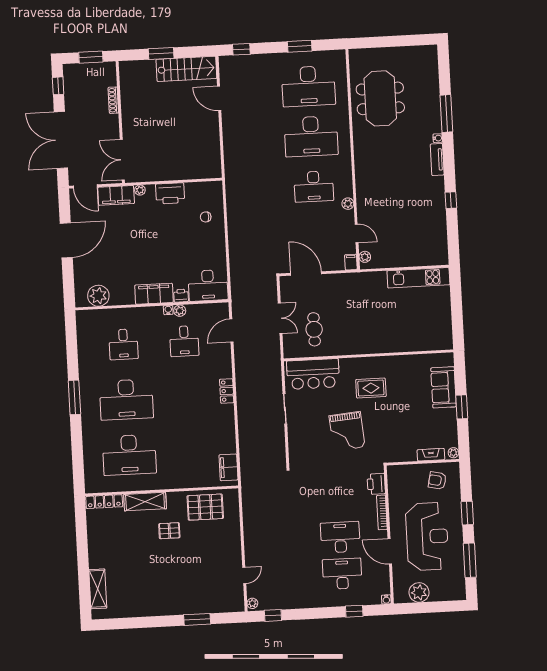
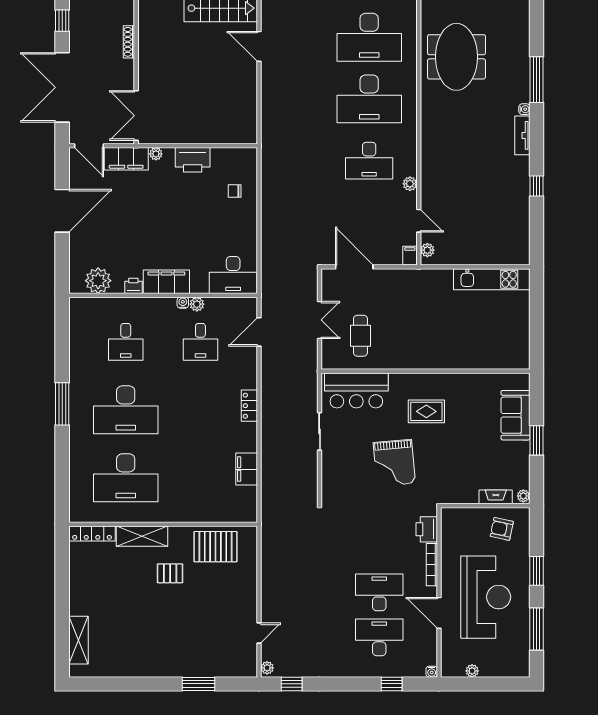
printer: (181, 296) -> (133, 286), moved
filing cabinet: (228, 467) -> (247, 469), moved
plant: (419, 592) -> (472, 671), width x0.53, depth x0.53

